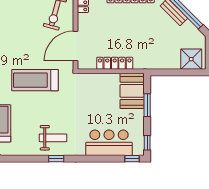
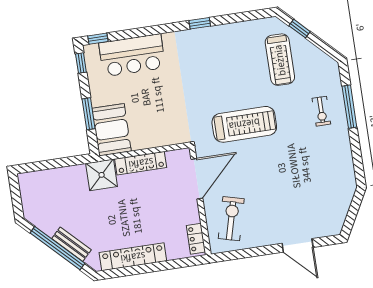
shower: (191, 59) -> (102, 175), moved
weight bench: (53, 138) -> (208, 51), removed

